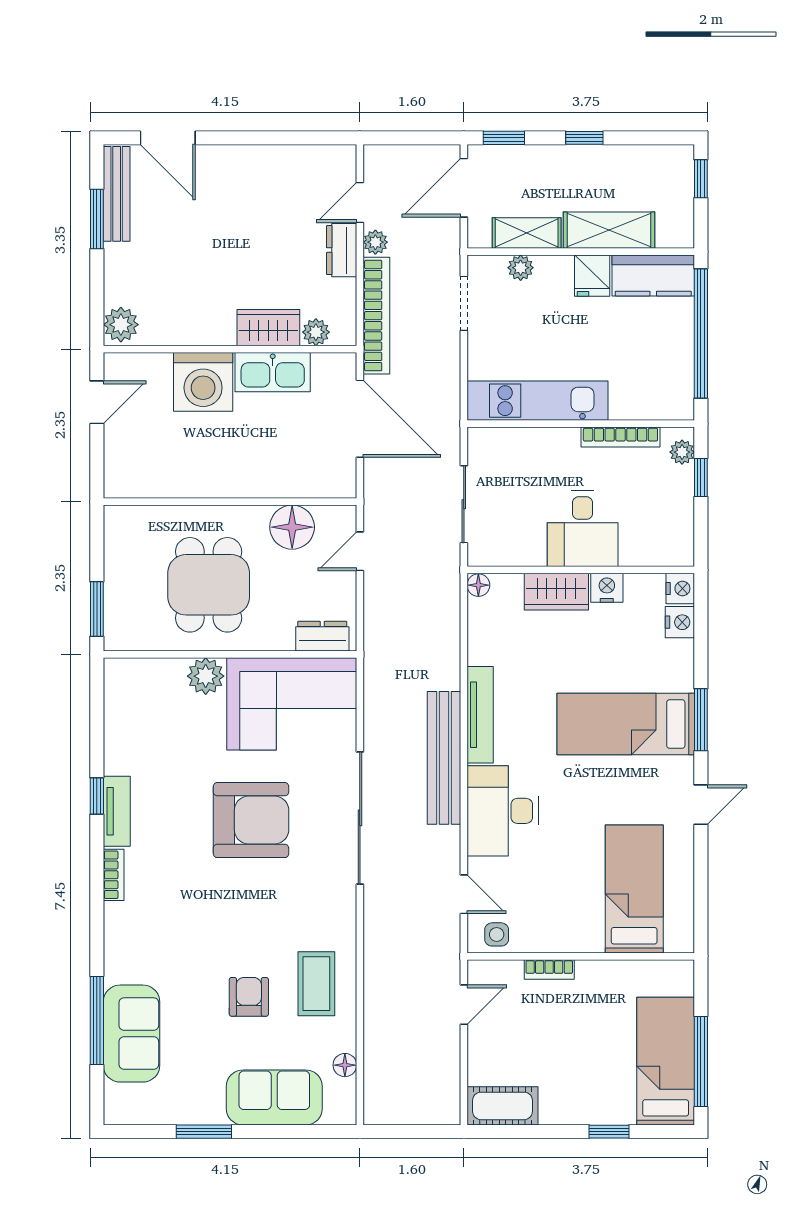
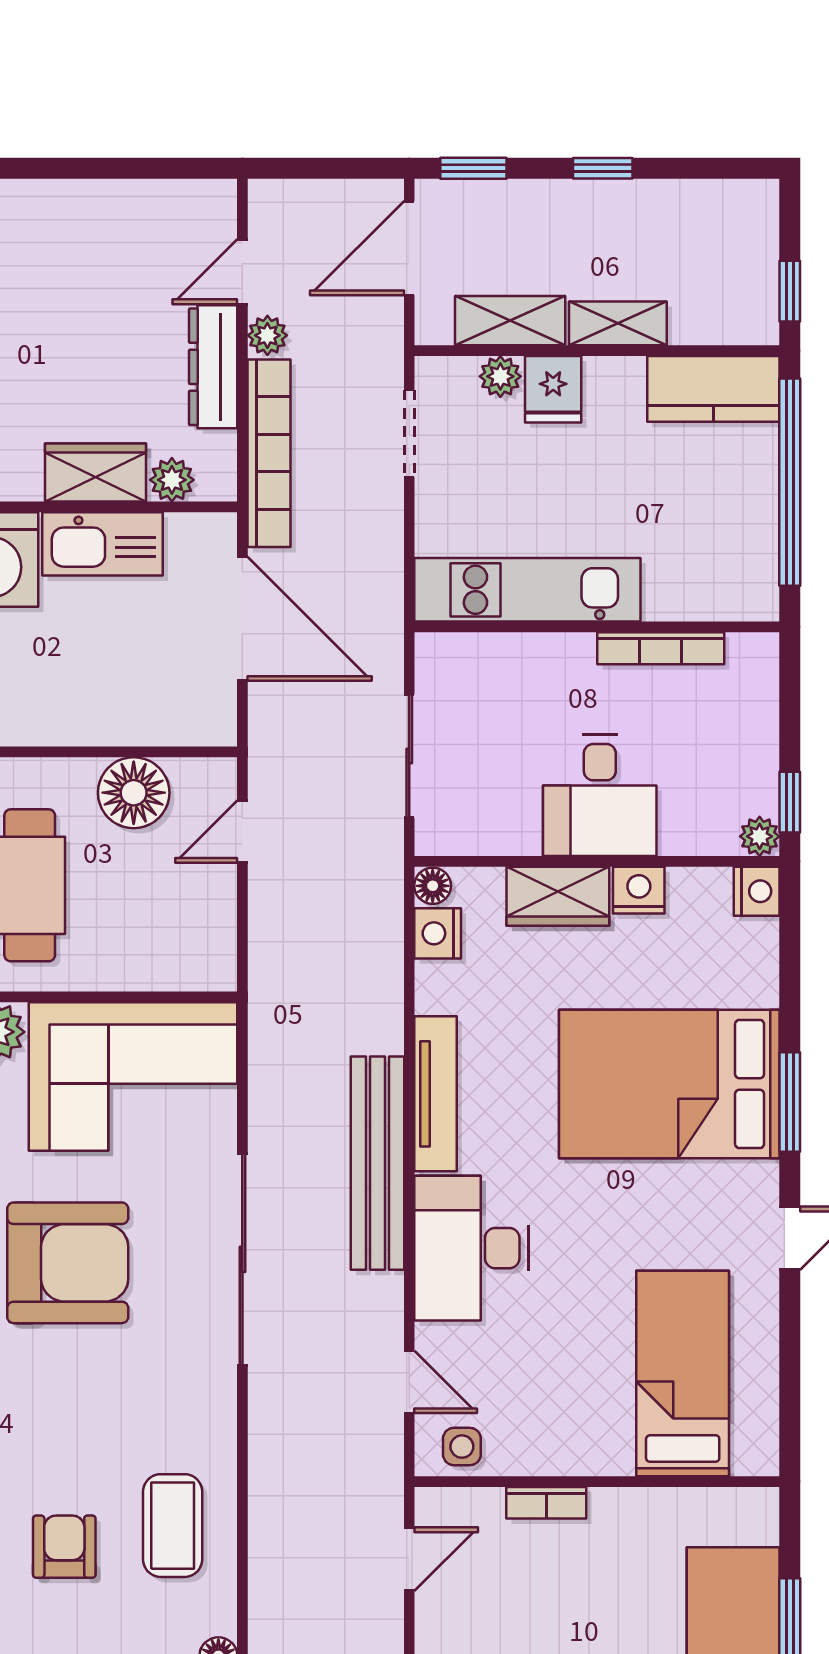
window: (701, 179) -> (790, 291), moved
shelving: (609, 230) -> (618, 323), width x0.67, depth x0.75
dresser: (342, 250) -> (213, 367), width x1.44
fridge: (592, 276) -> (553, 389), moved
plant: (682, 452) -> (760, 836), moved
window: (701, 478) -> (790, 802), moved
nightstand: (680, 622) -> (438, 933), moved, turned 180
dresser: (322, 636) -> (182, 968), removed
bed: (626, 724) -> (669, 1084), width x1.50

